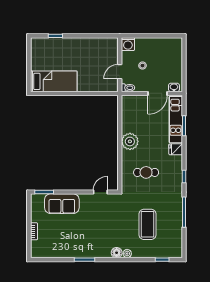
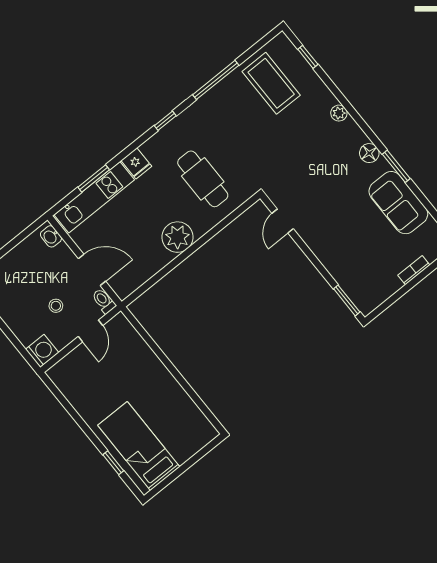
door: (120, 72) -> (90, 331), hinge flipped
bed: (54, 81) -> (139, 446), moved
door: (158, 93) -> (92, 270), moved
cafe table: (146, 172) -> (203, 179), width x1.37, depth x1.35
door: (100, 192) -> (283, 221), hinge flipped
sofa: (62, 204) -> (398, 203), moved, turned 180
coffee table: (147, 224) -> (271, 83), moved, turned 90
floor lamp: (117, 253) -> (369, 153), moved

